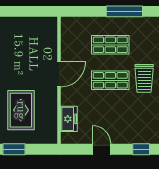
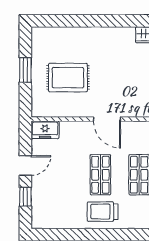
freezer: (69, 119) -> (45, 130), moved
window: (141, 149) -> (25, 197), moved

